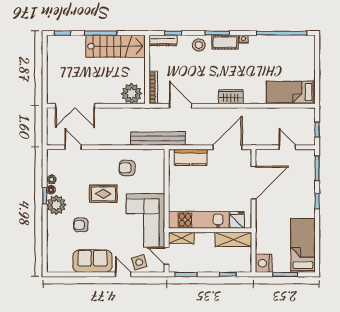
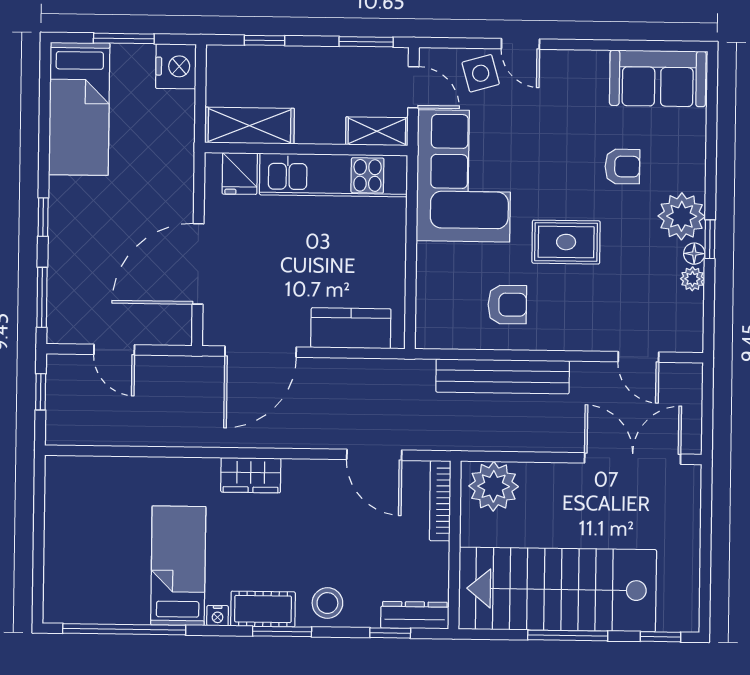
stairs: (116, 46) -> (557, 589), width x1.36, depth x1.51
bed: (291, 92) -> (178, 566), moved, turned -90
bench: (158, 139) -> (503, 376), moved
sofa: (92, 261) -> (658, 78), moved

